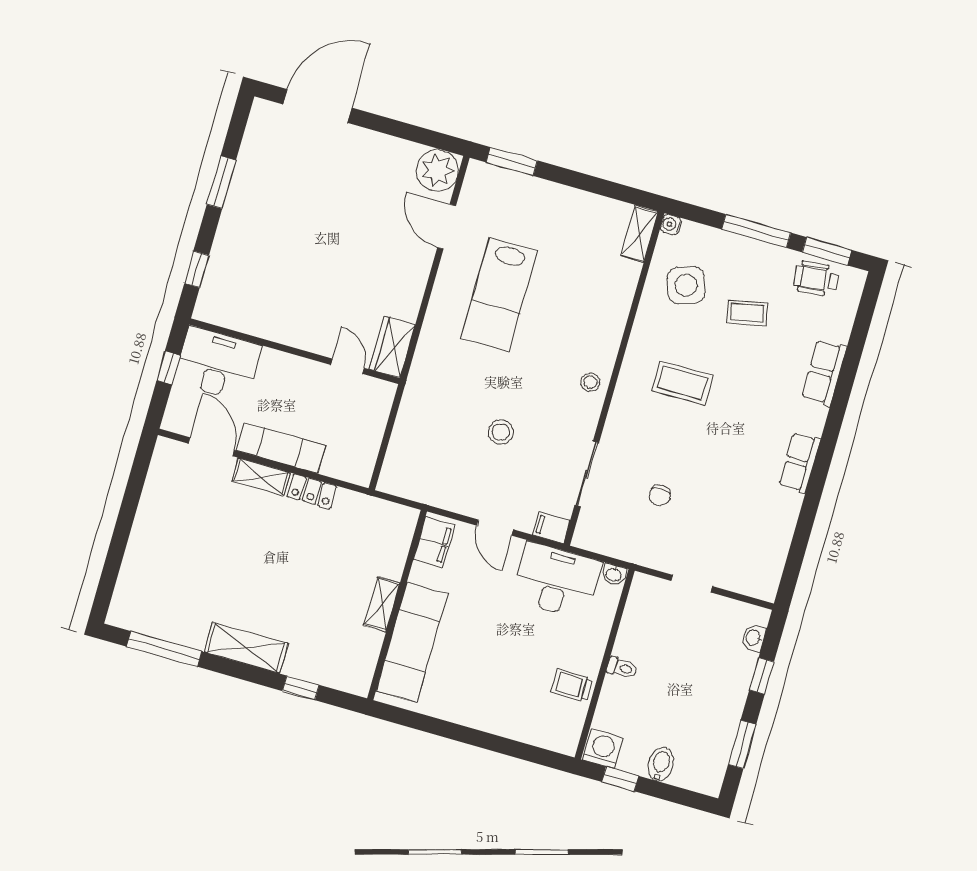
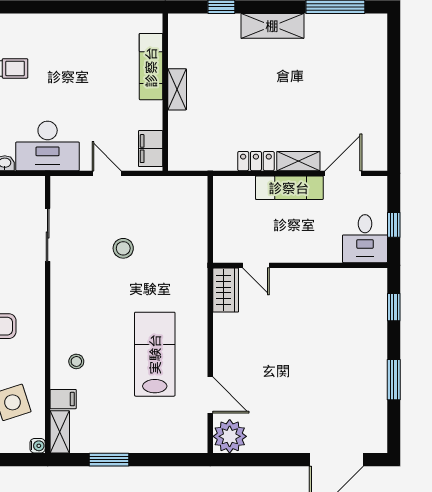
window: (512, 161) -> (109, 460), moved
desk: (218, 364) -> (365, 239), width x0.73
stool: (590, 382) -> (76, 361), moved
door: (211, 447) -> (343, 173), swing flipped
filing cabinet: (551, 528) -> (63, 399), moved
exam couch: (412, 642) -> (151, 67), width x0.73, depth x0.69

